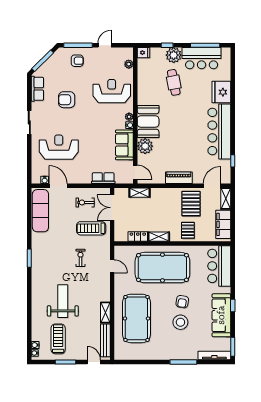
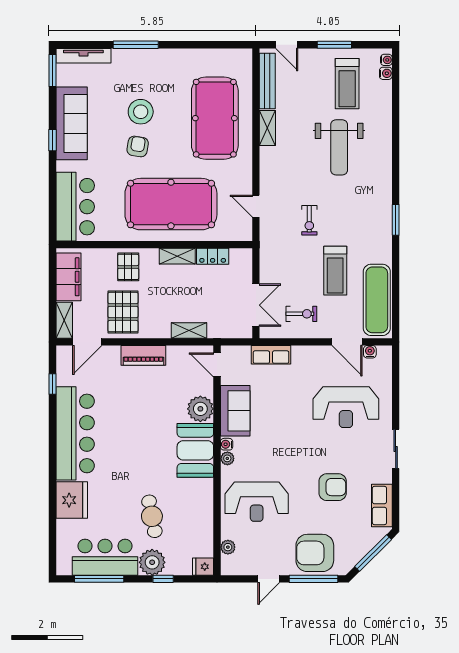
armchair: (77, 61) -> (315, 553), width x1.88, depth x1.88
shelving: (139, 193) -> (189, 330), moved
treadmill: (91, 228) -> (335, 271), moved, turned 90

